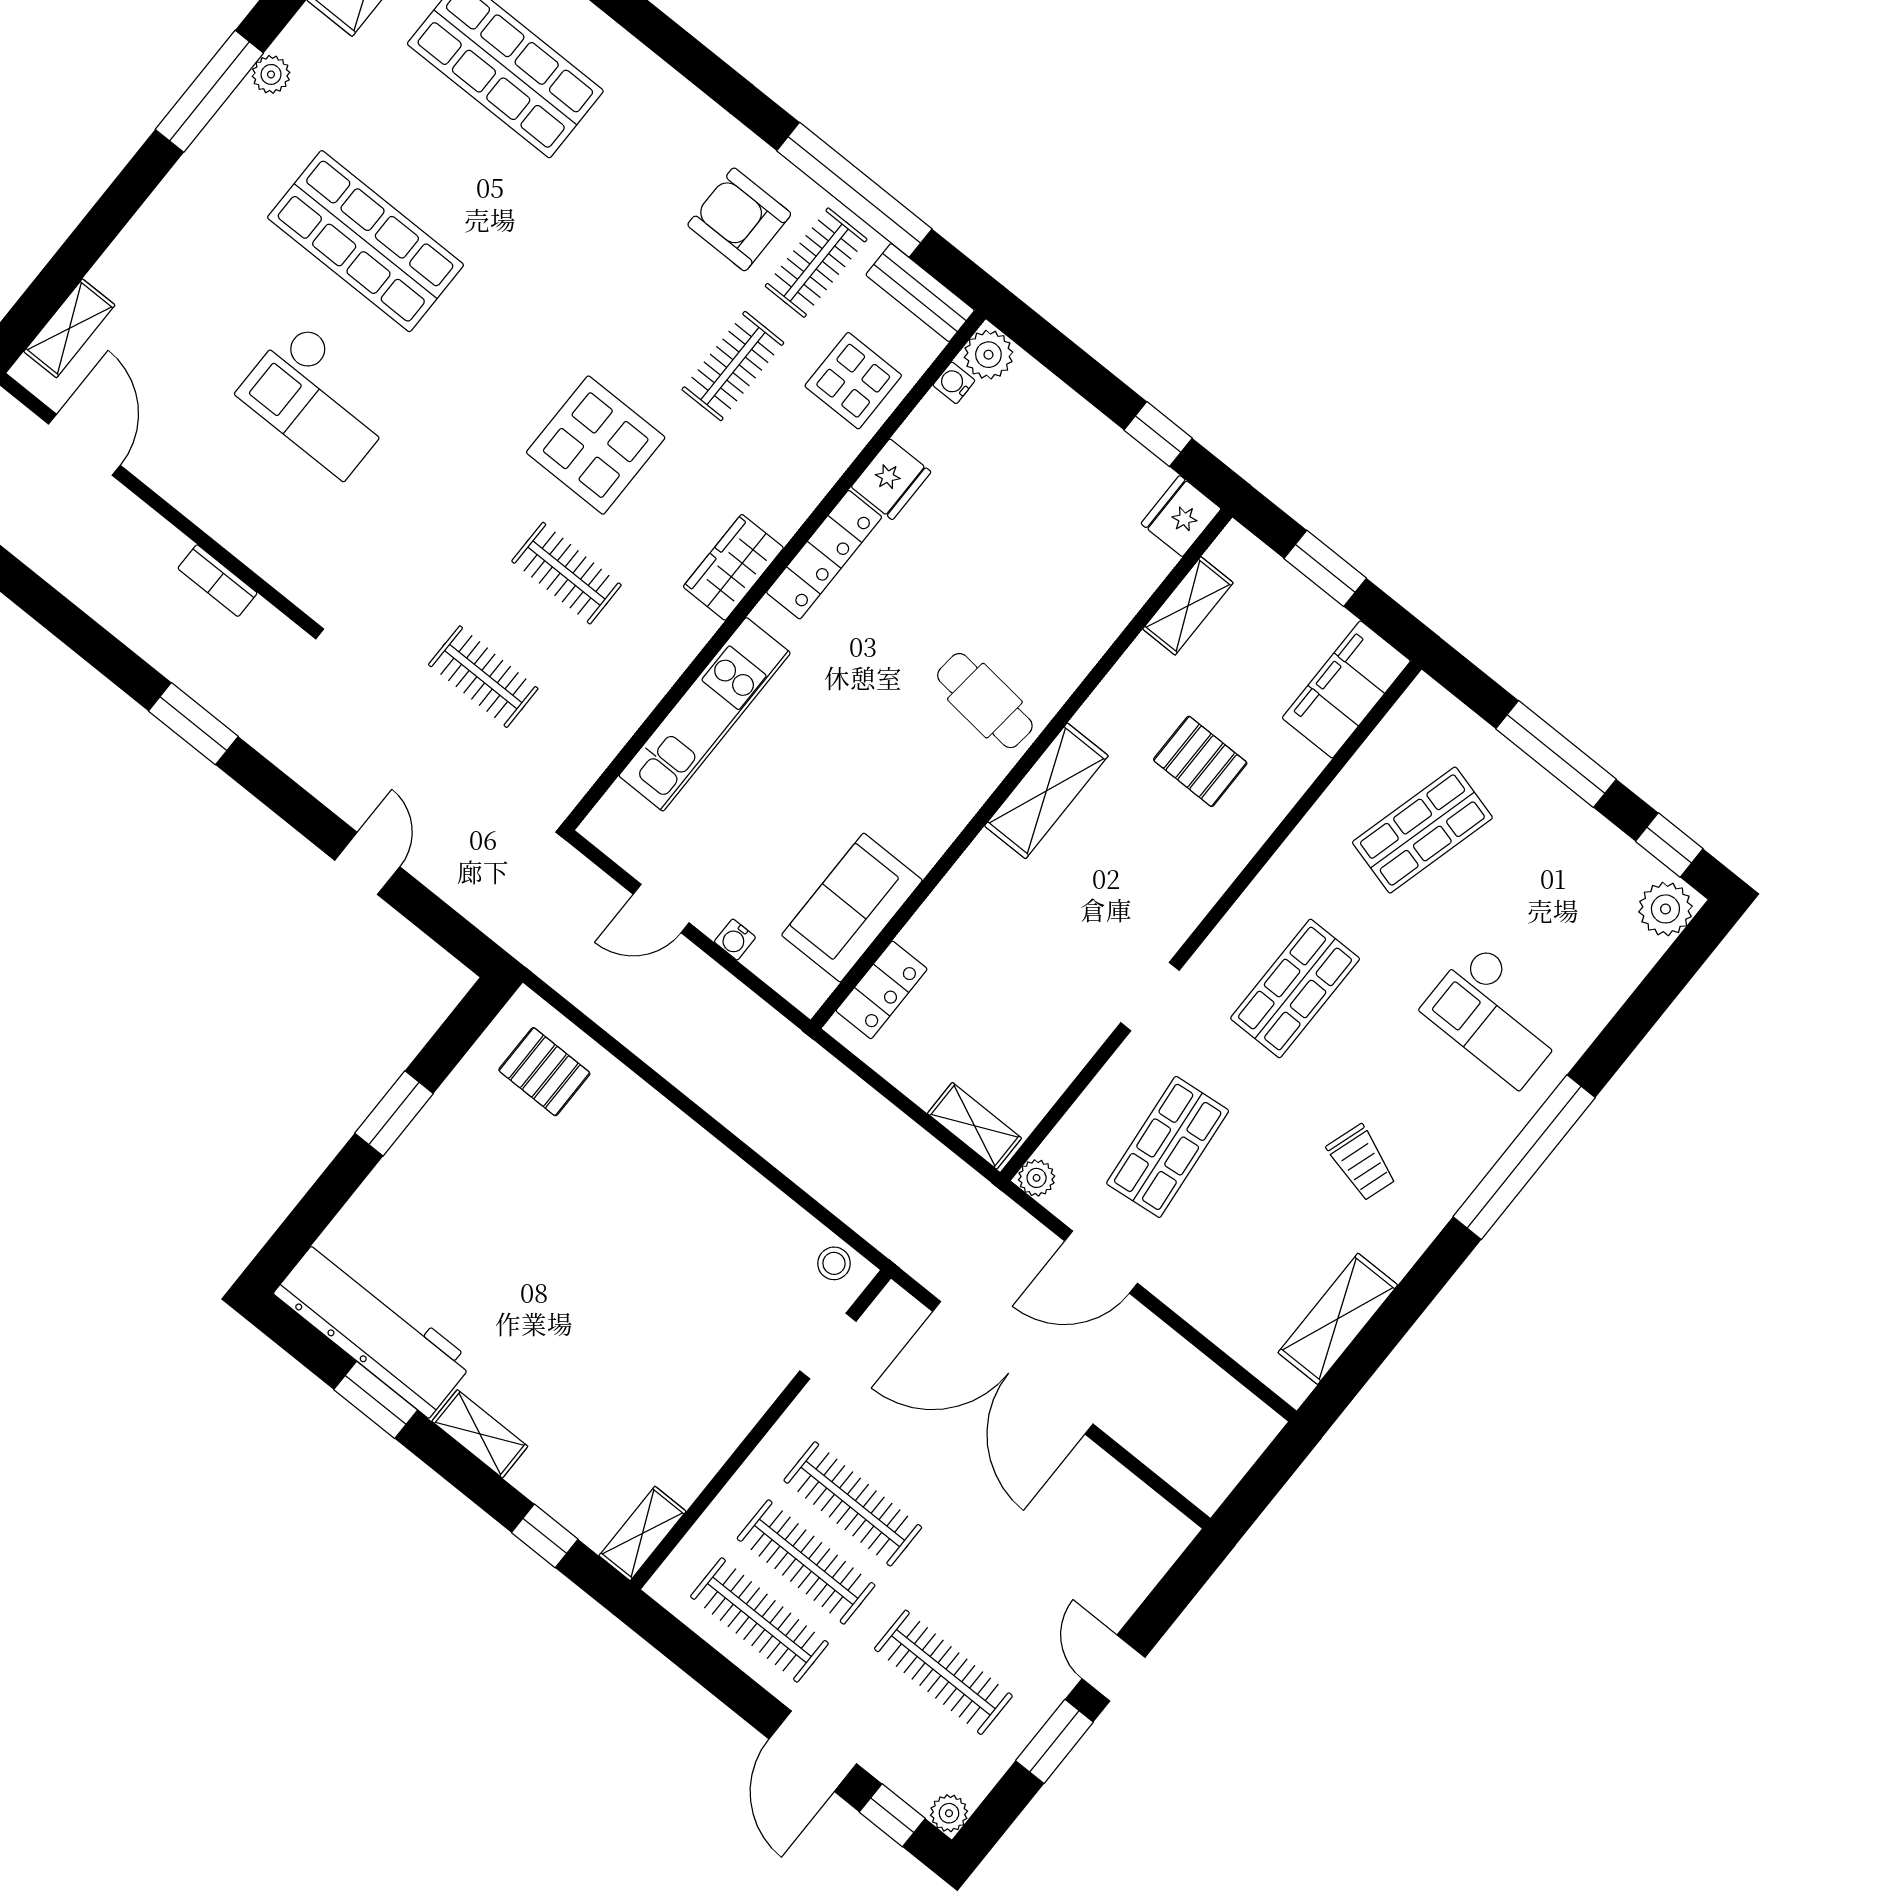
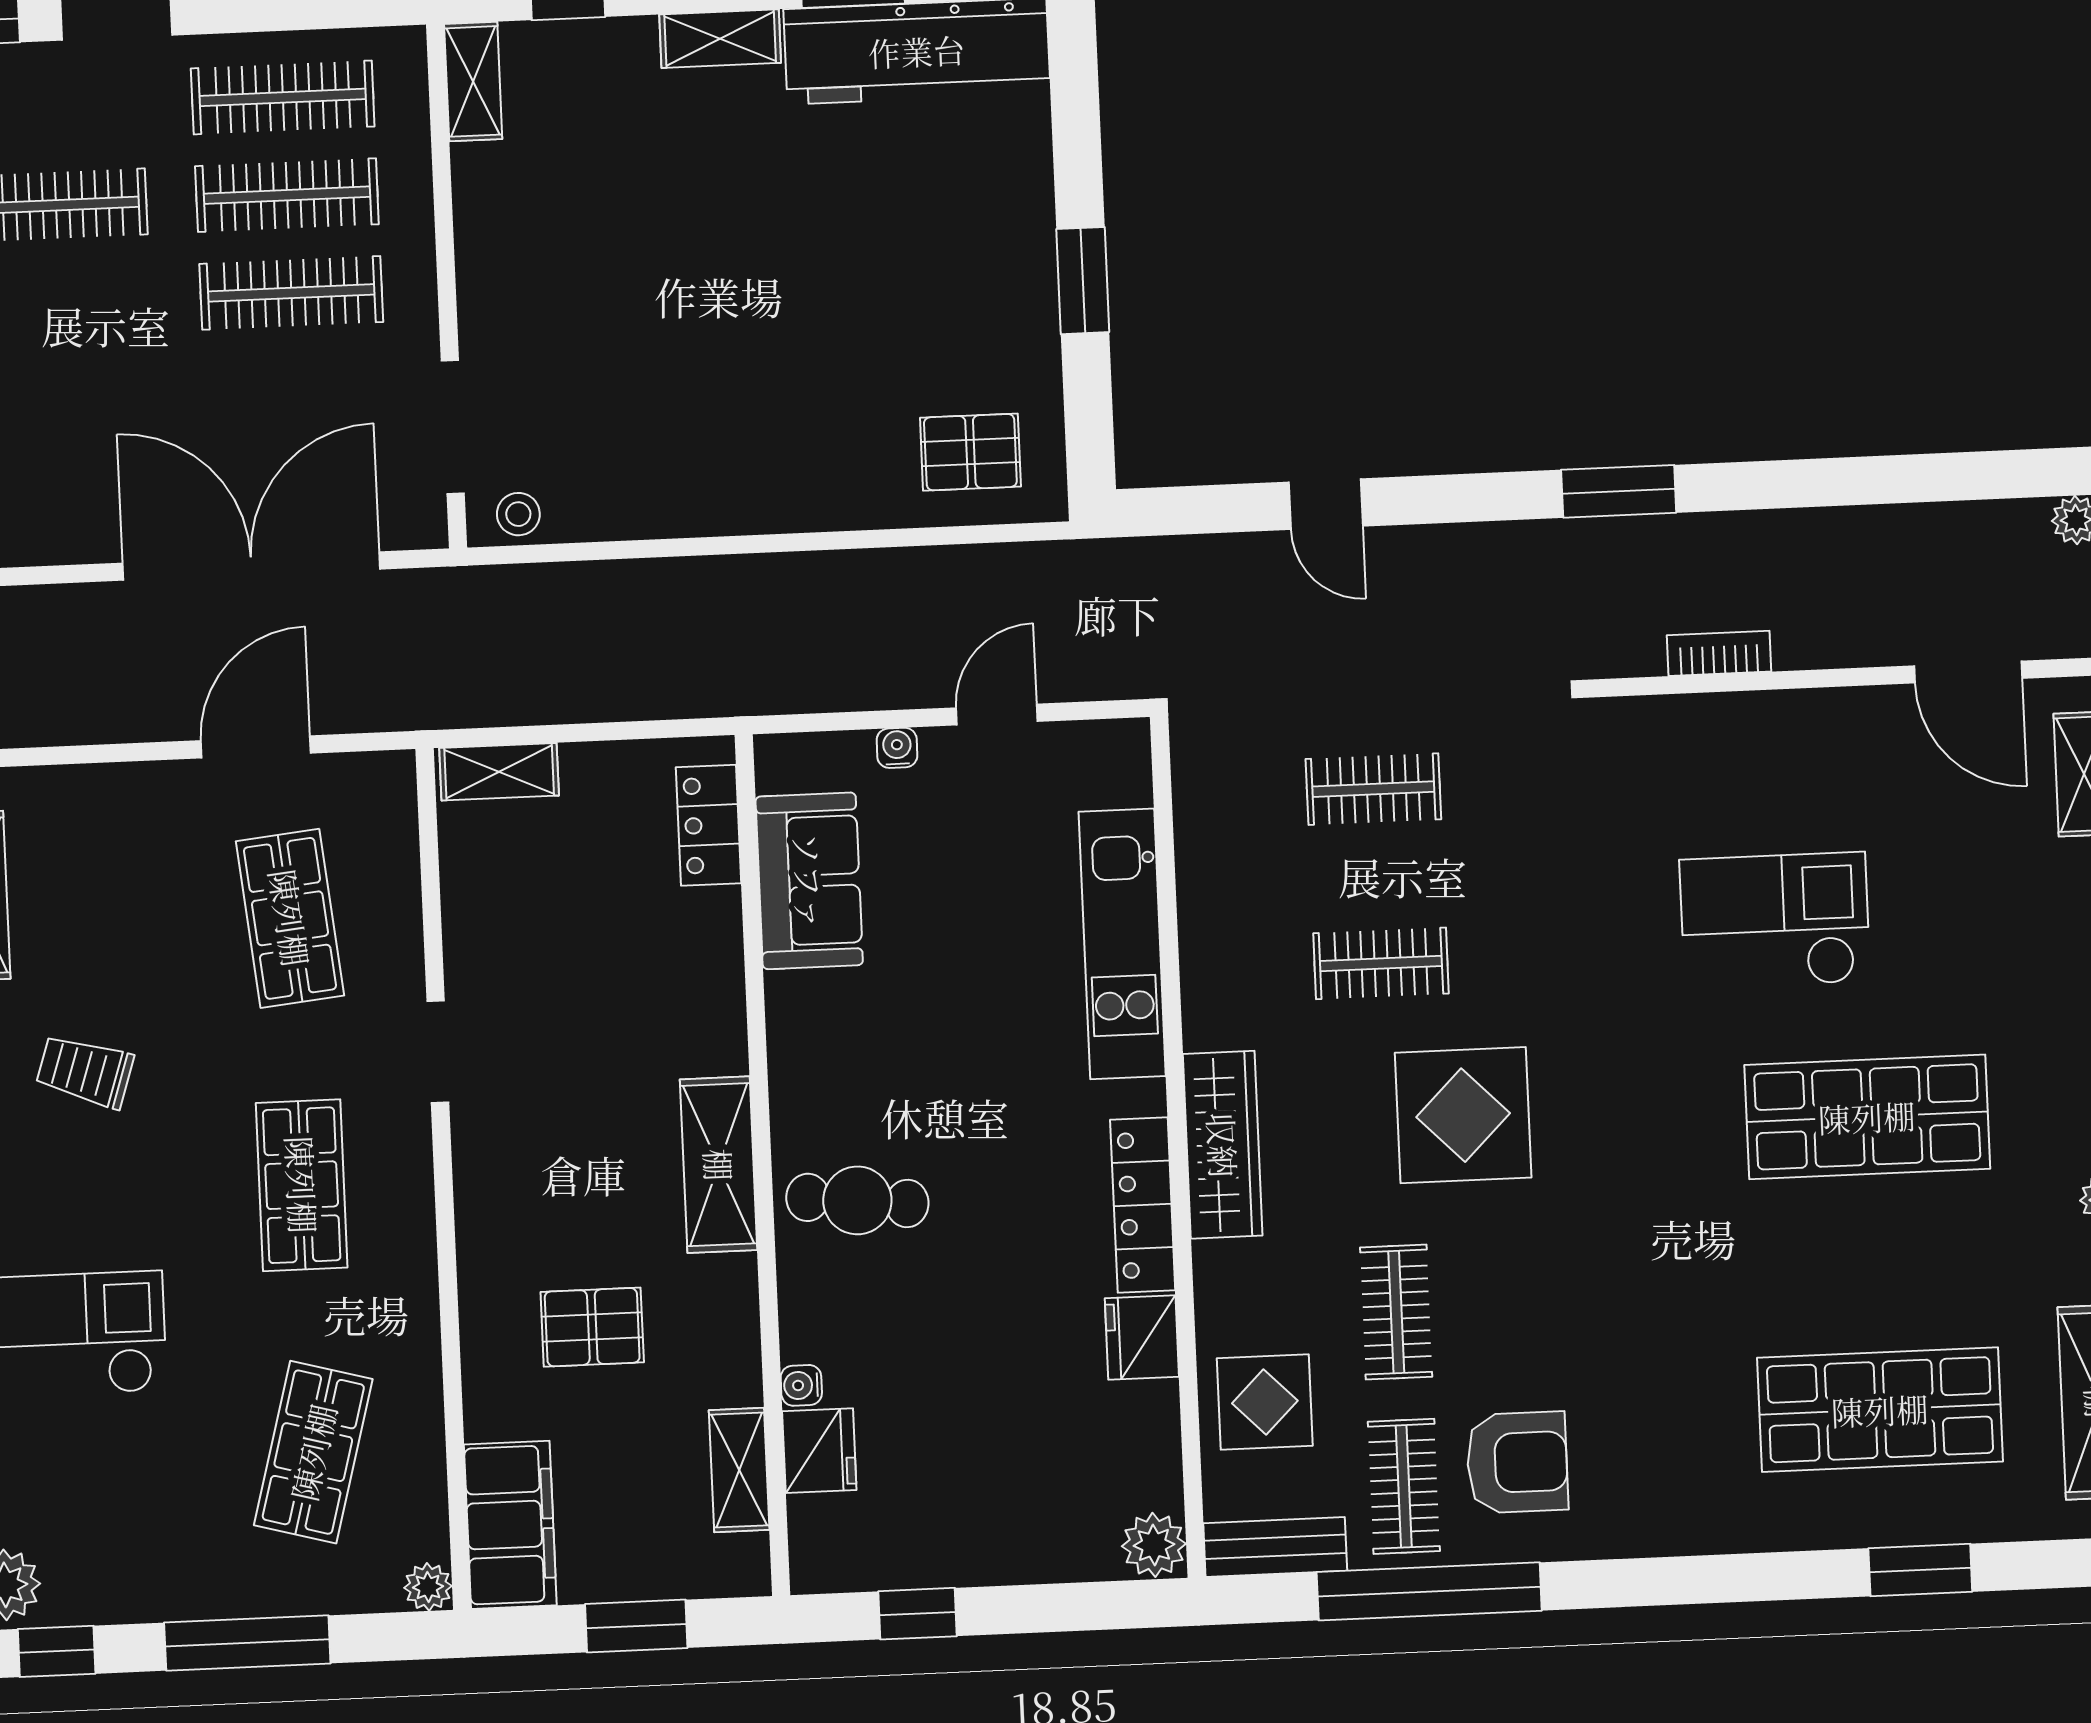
water cooler: (954, 383) -> (801, 1385), moved, turned 180
fridge: (1181, 516) -> (819, 1451), moved
wardrobe: (733, 567) -> (1223, 1145), width x1.50
plant: (1037, 1178) -> (428, 1587), moved
doorway: (828, 1346) -> (453, 427), width x1.38

